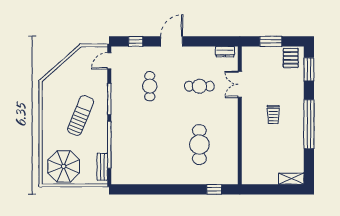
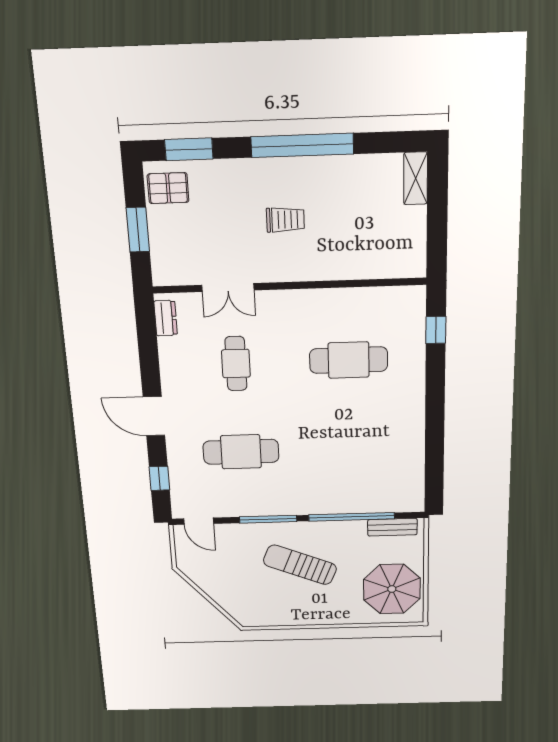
cafe table: (150, 86) -> (241, 452), width x1.37, depth x1.35

